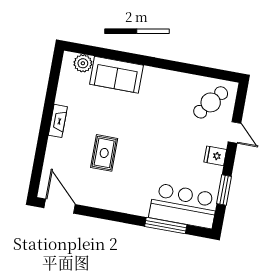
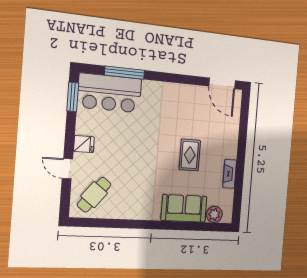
fireplace: (58, 121) -> (230, 174), moved
rug: (104, 153) -> (190, 155), moved
window: (224, 190) -> (73, 97), moved

